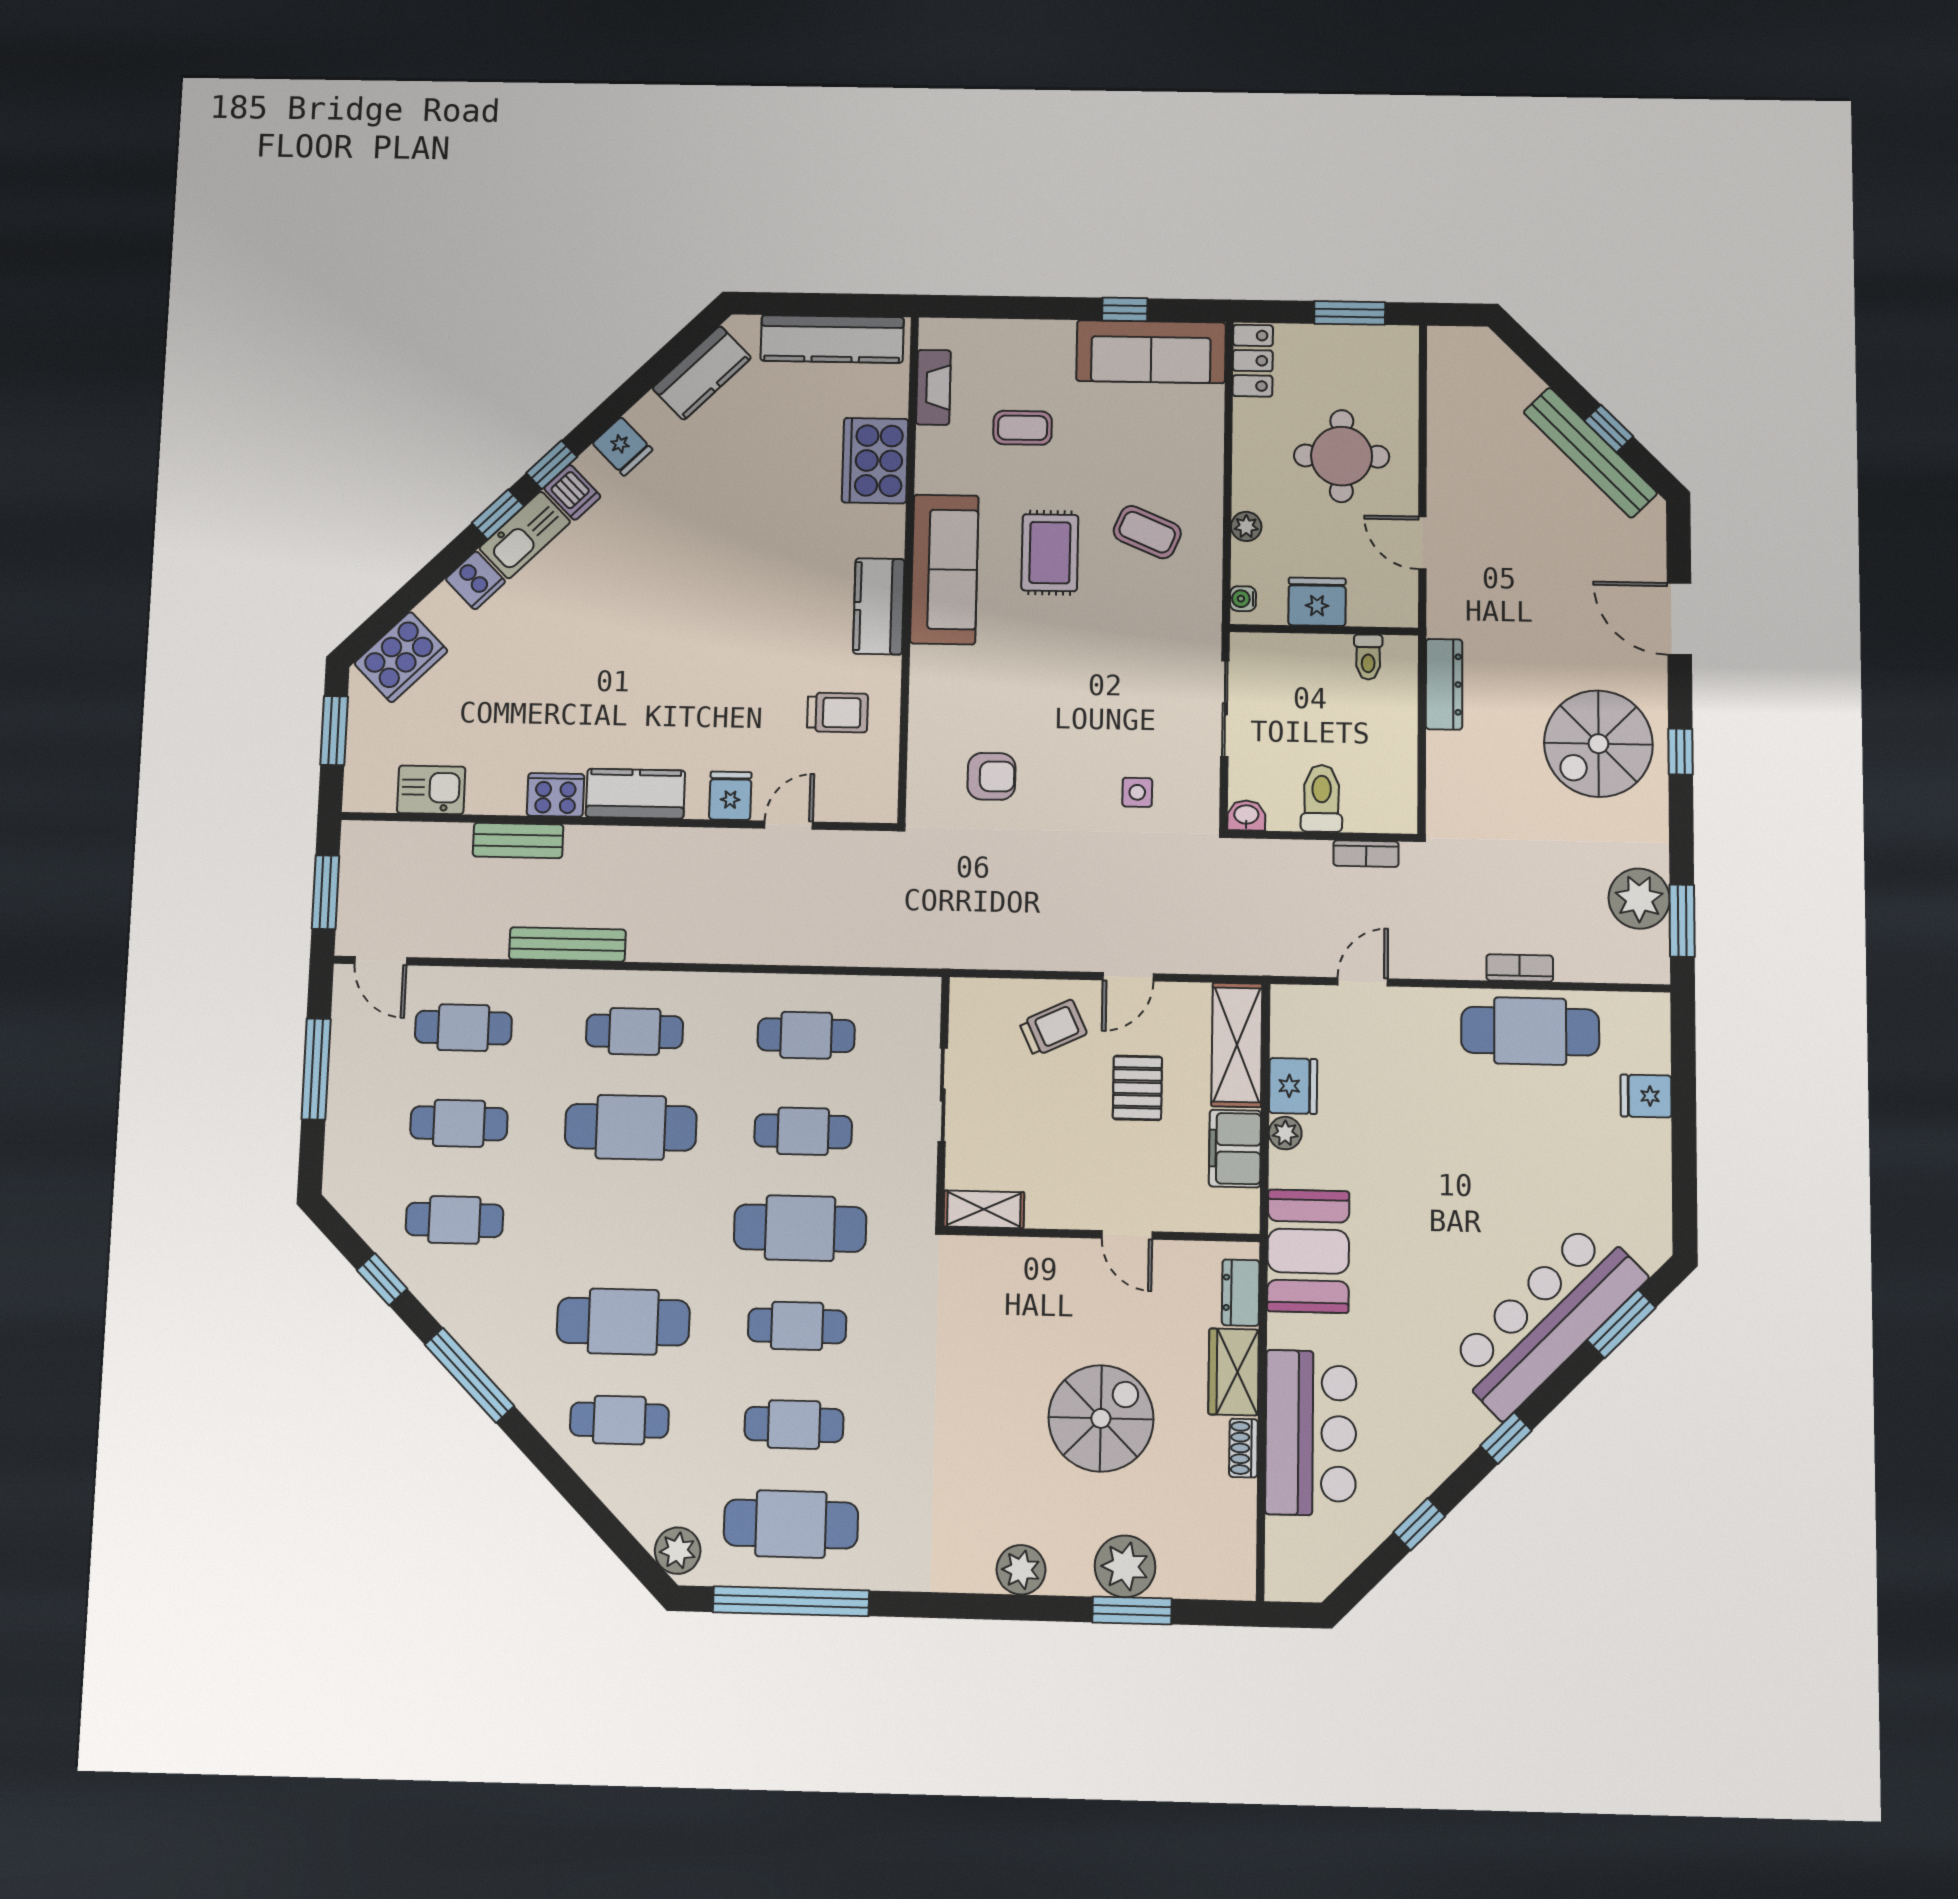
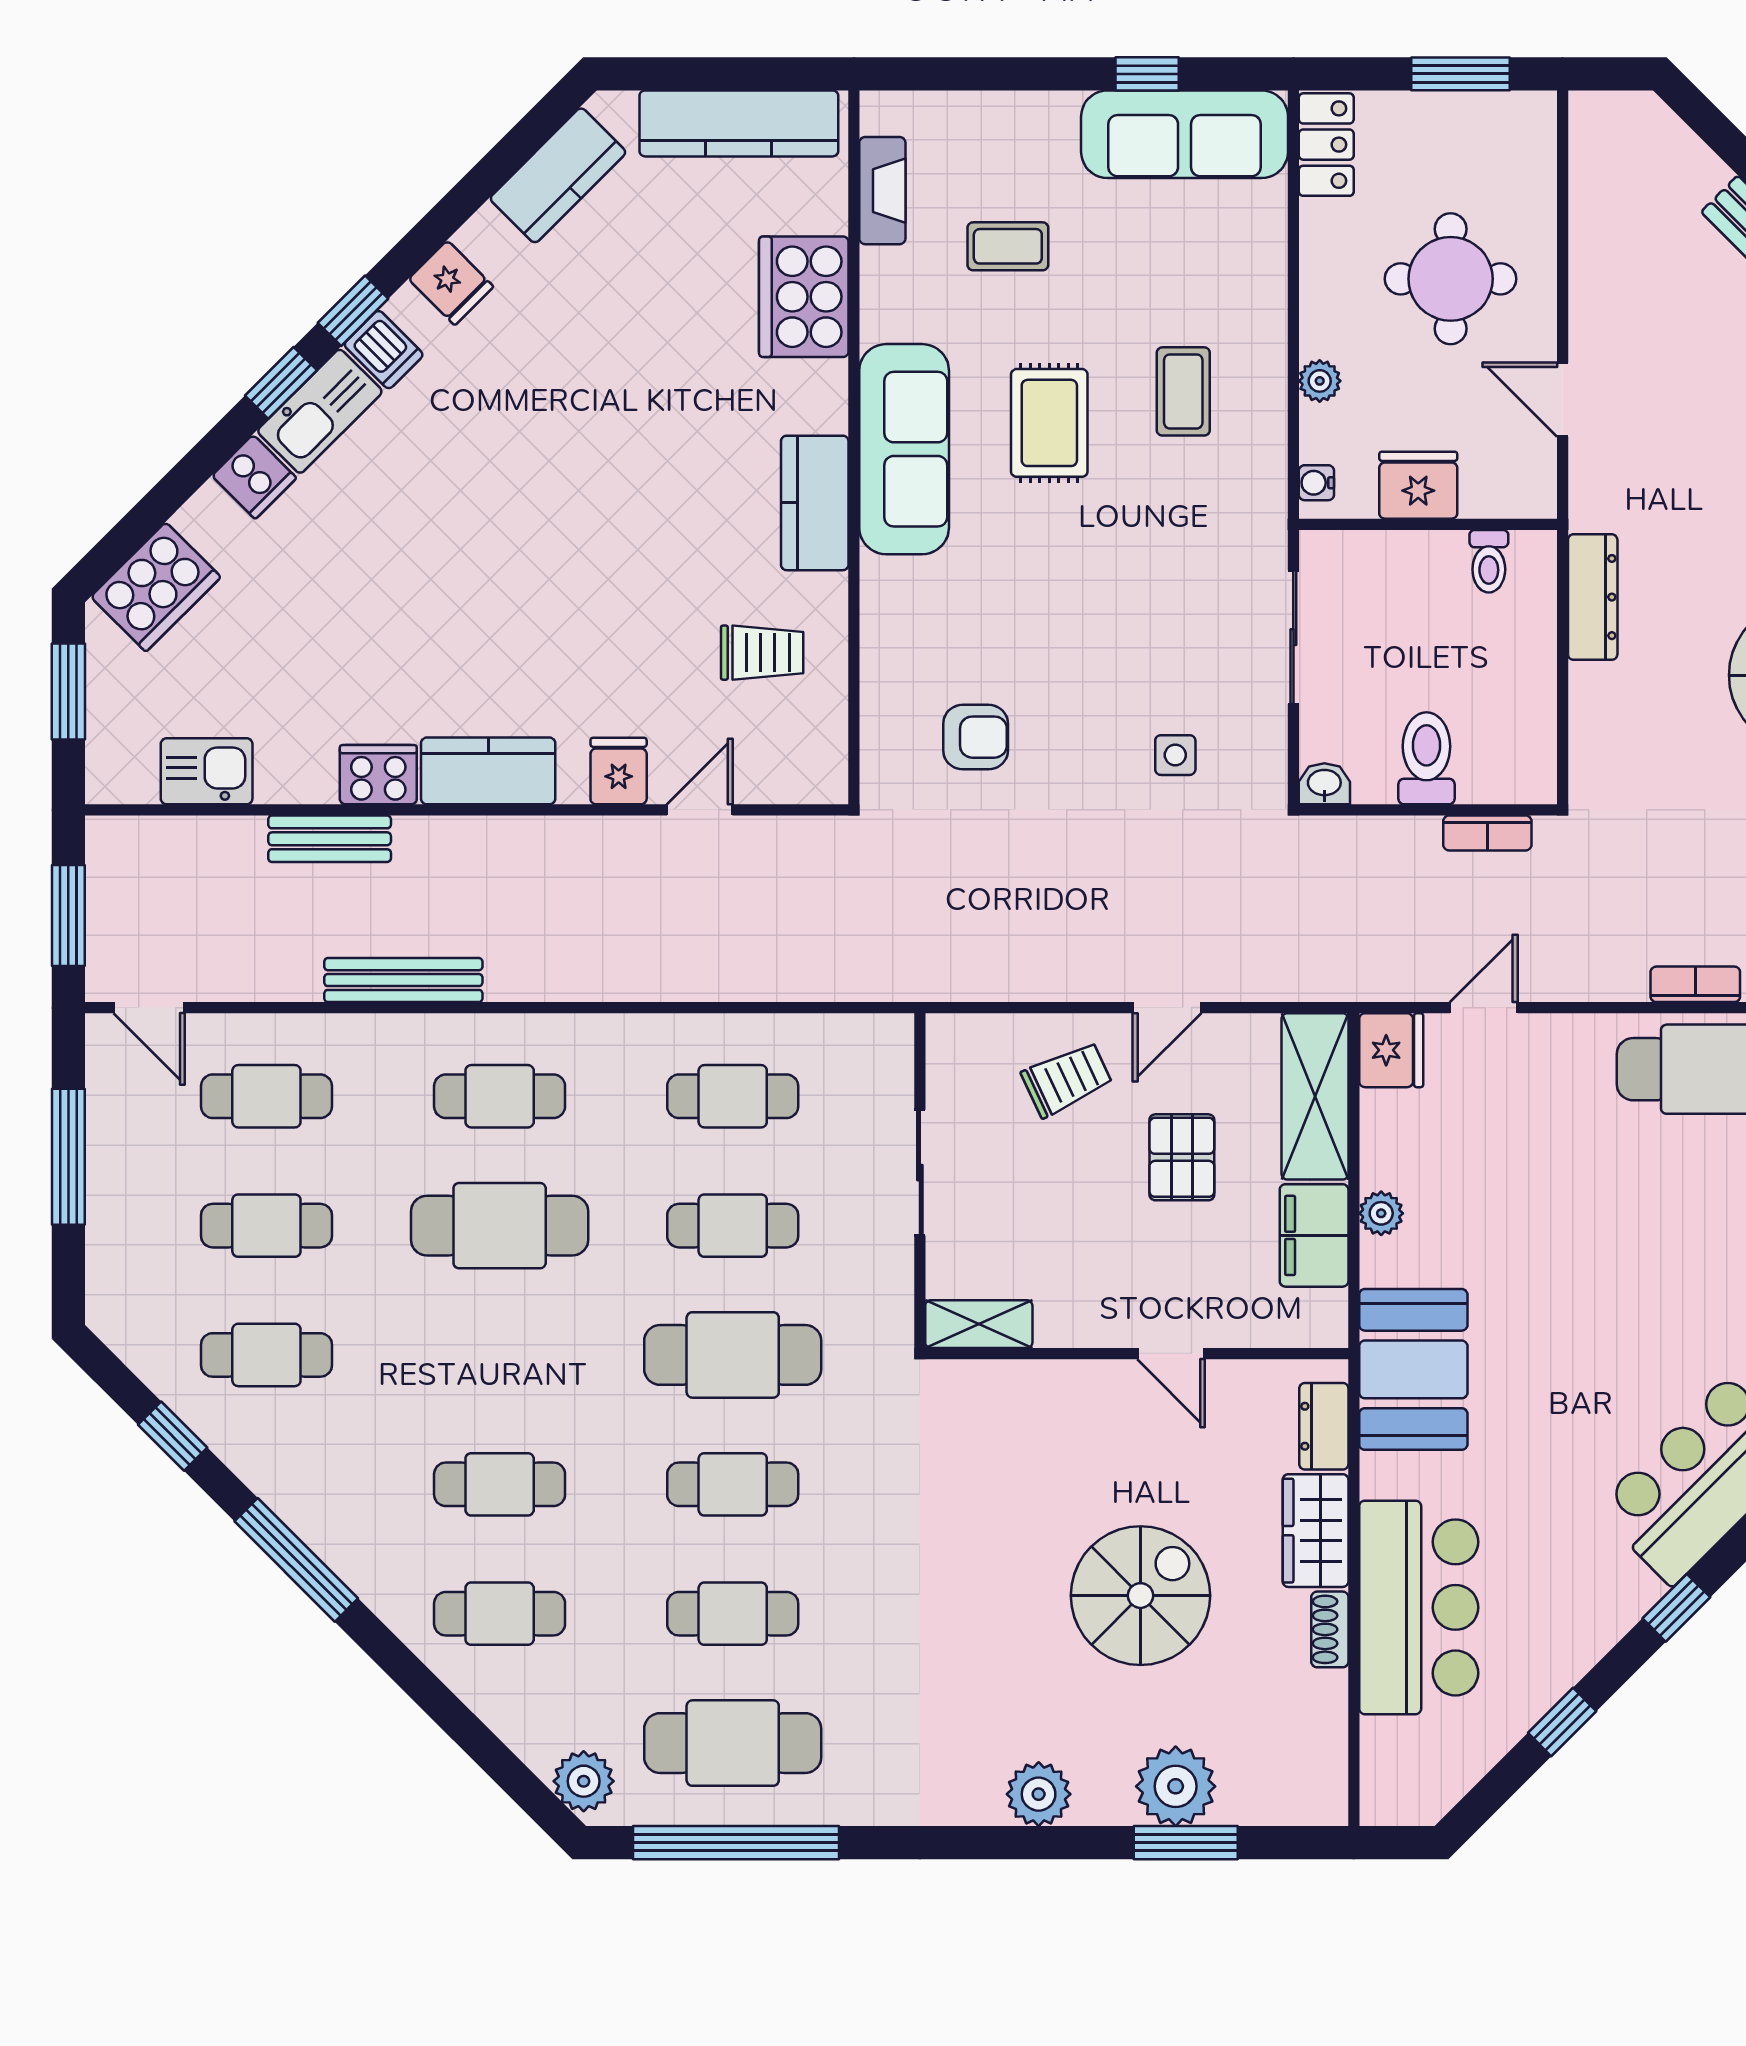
coffee table: (1147, 532) -> (1183, 391), turned 67
fridge: (1293, 1086) -> (1391, 1050), moved
cafe table: (623, 1322) -> (500, 1484), width x0.73, depth x0.74

